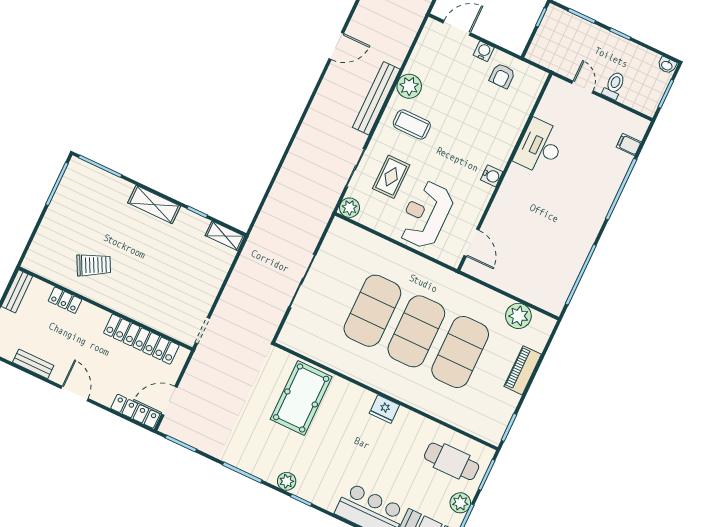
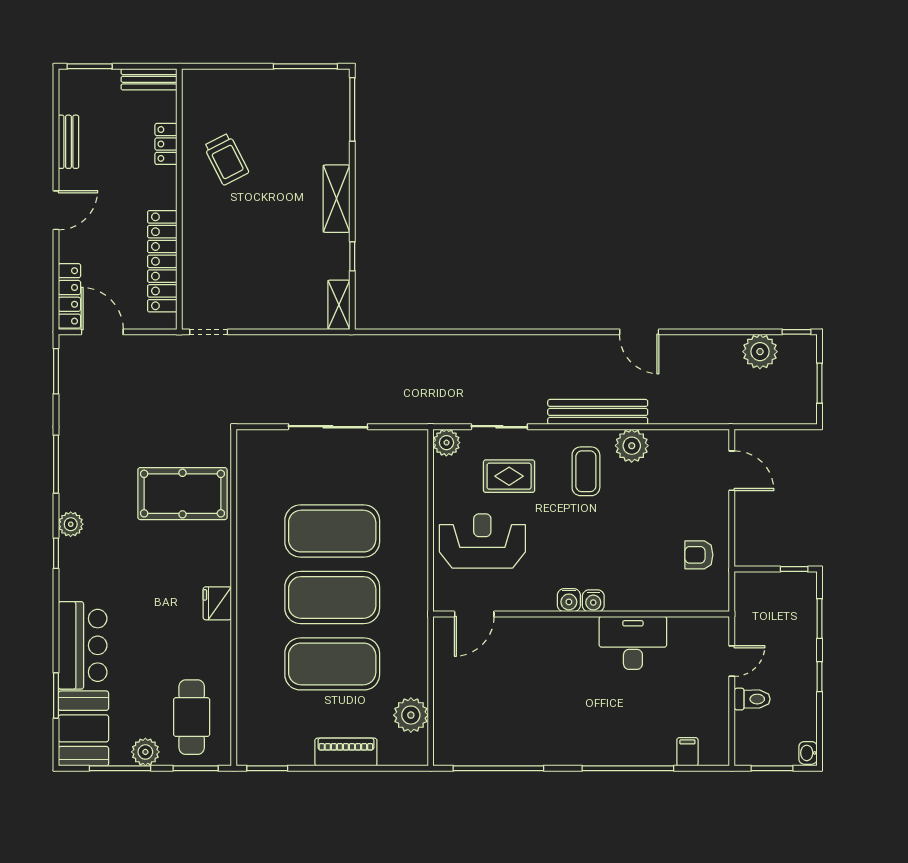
water cooler: (484, 51) -> (593, 601), moved, turned 90

